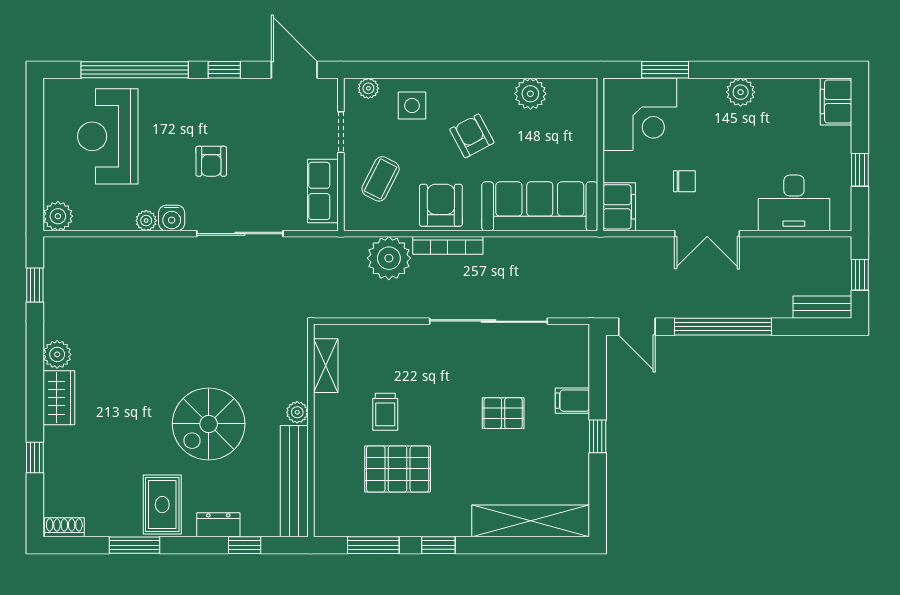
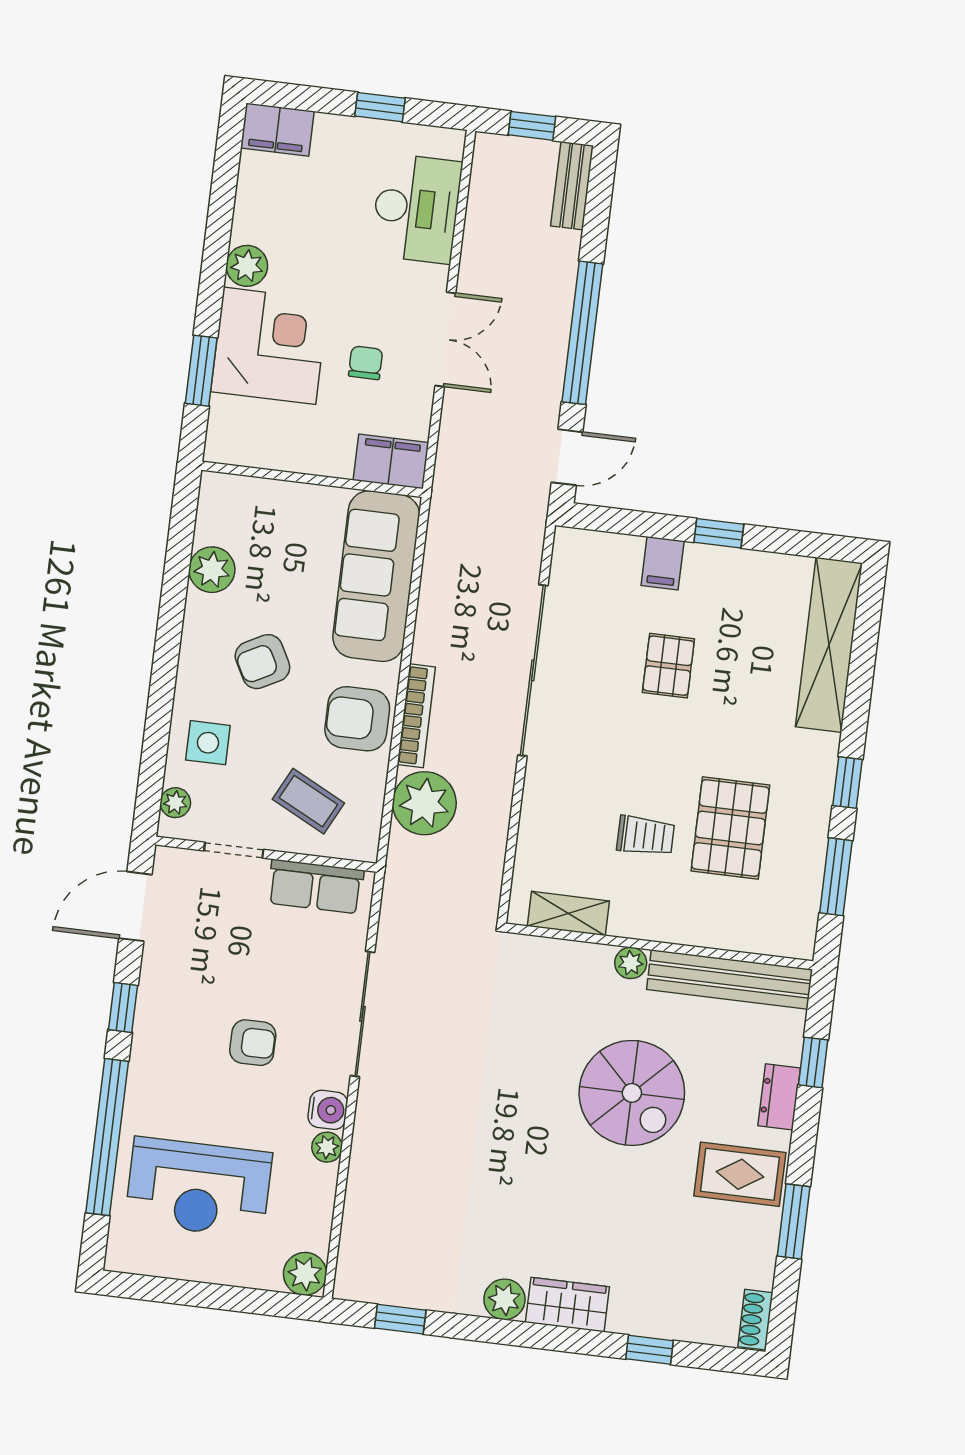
corner desk: (640, 114) -> (270, 346), moved

